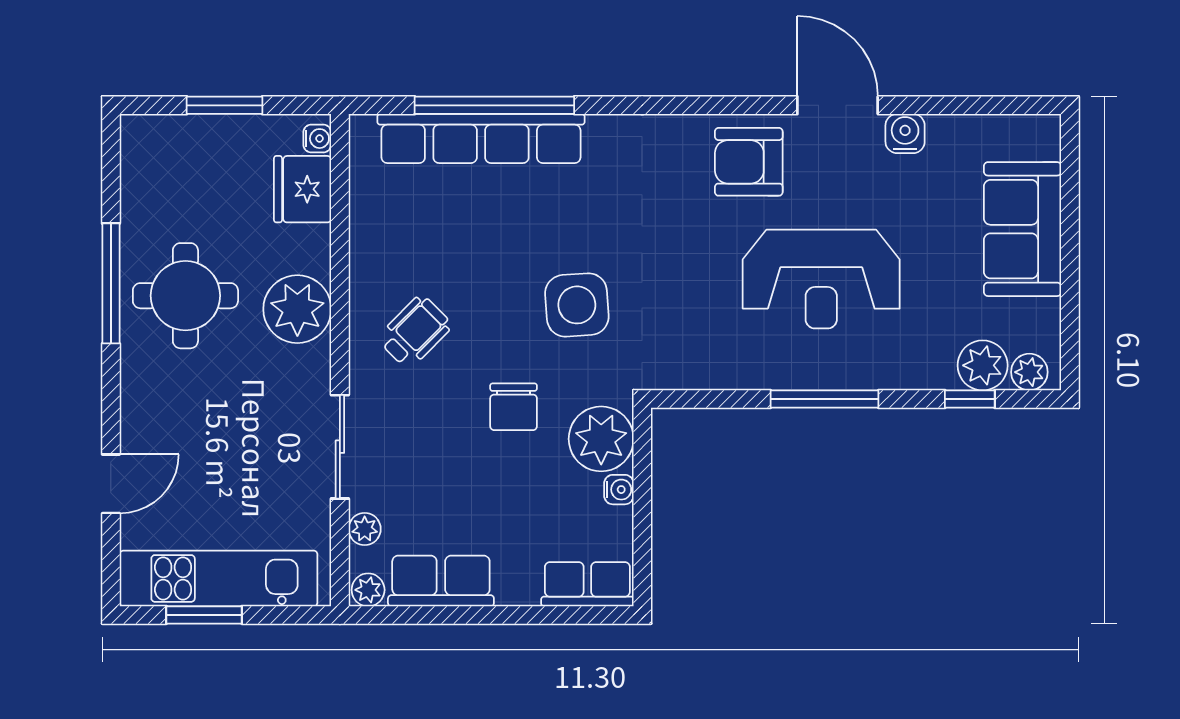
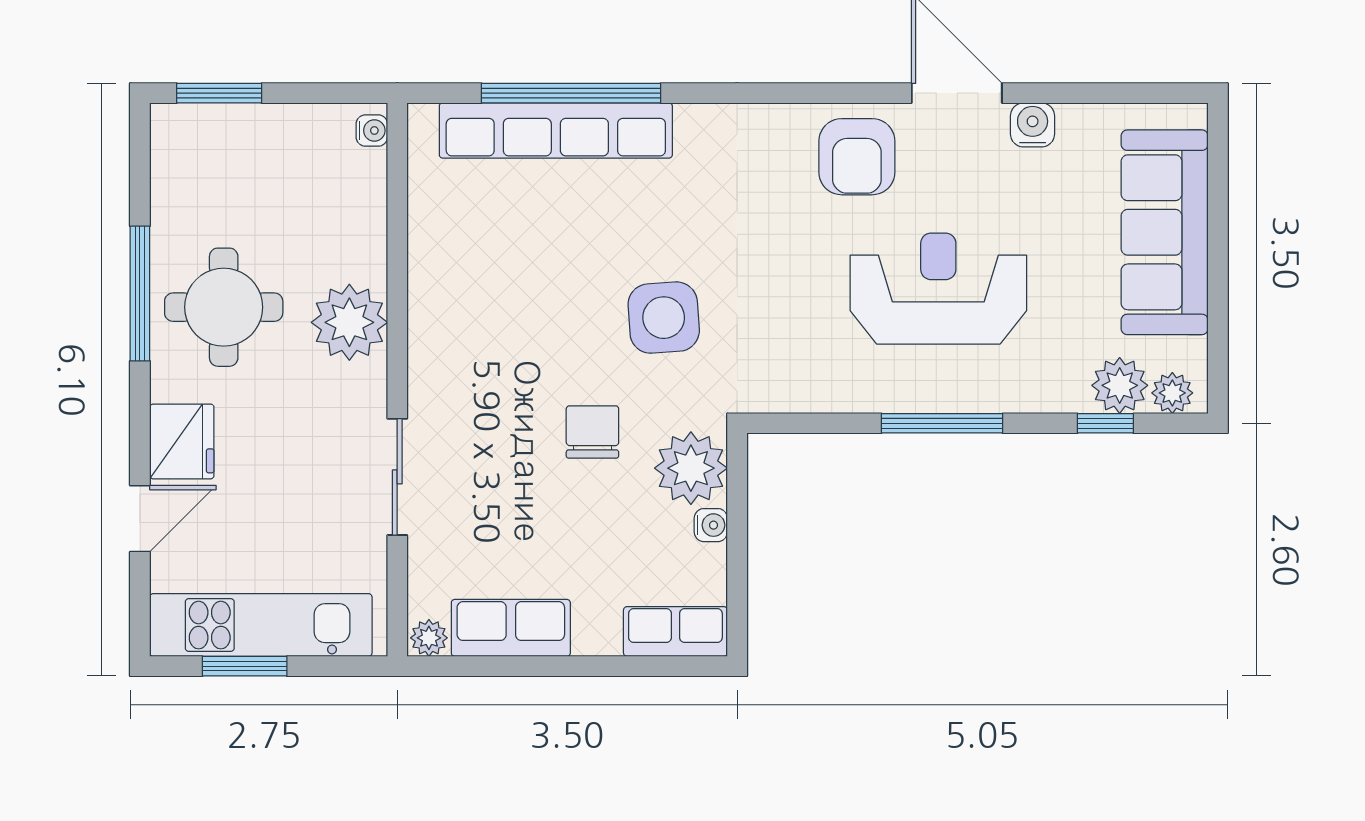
window: (224, 105) -> (219, 93), moved
armchair: (749, 162) -> (857, 157), turned -90
fridge: (303, 189) -> (182, 441), moved, turned 180
sofa: (1023, 229) -> (1165, 232), width x1.36
reception desk: (821, 279) -> (938, 289), turned 180
wheelchair: (415, 332) -> (481, 348), removed
chair: (514, 407) -> (592, 432), turned 180
plant: (365, 529) -> (425, 569), removed

